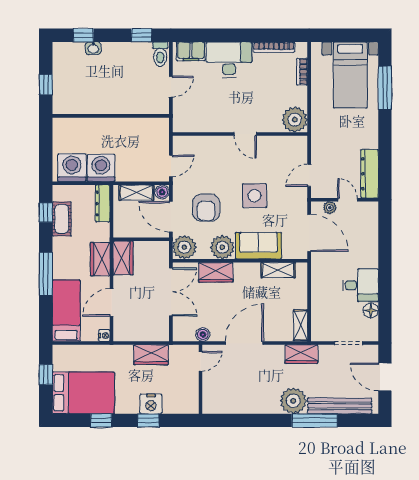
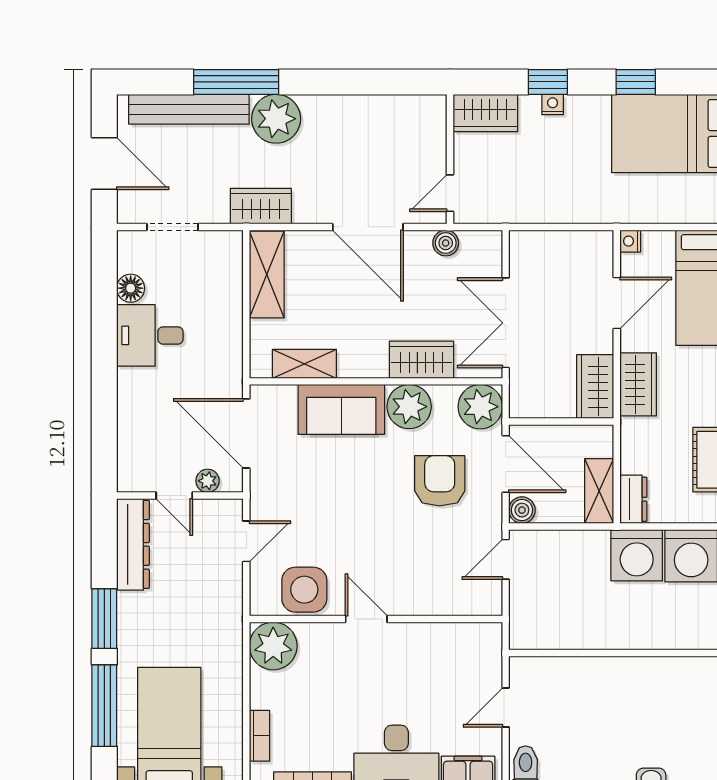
window: (385, 134) -> (104, 619), added
shelving: (137, 193) -> (599, 491), moved, turned 90
side table: (255, 196) -> (304, 590), moved
dresser: (103, 203) -> (633, 499), width x0.70
shelving: (301, 325) -> (267, 274), width x1.50, depth x1.33
door: (244, 343) -> (368, 227), hinge flipped
wardrobe: (151, 355) -> (485, 113), moved, turned 180
nightstand: (151, 404) -> (553, 104), width x0.53, depth x0.56

